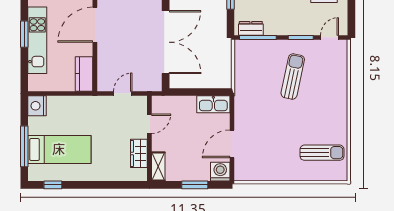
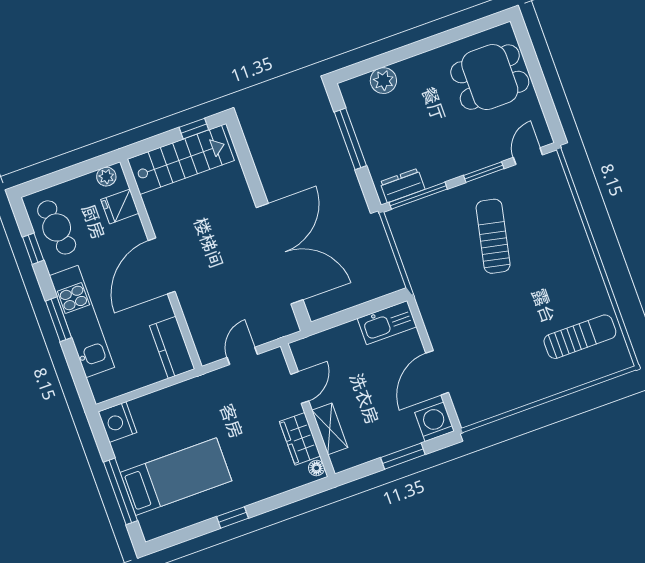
shelving: (158, 167) -> (330, 429), moved
floor lamp: (142, 174) -> (317, 468), added
window: (53, 185) -> (233, 517), moved

